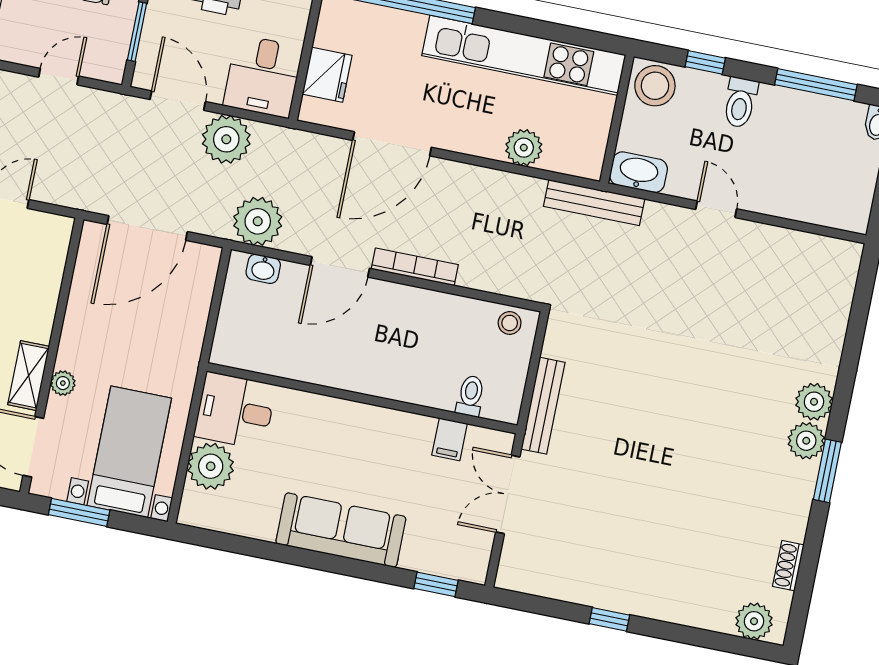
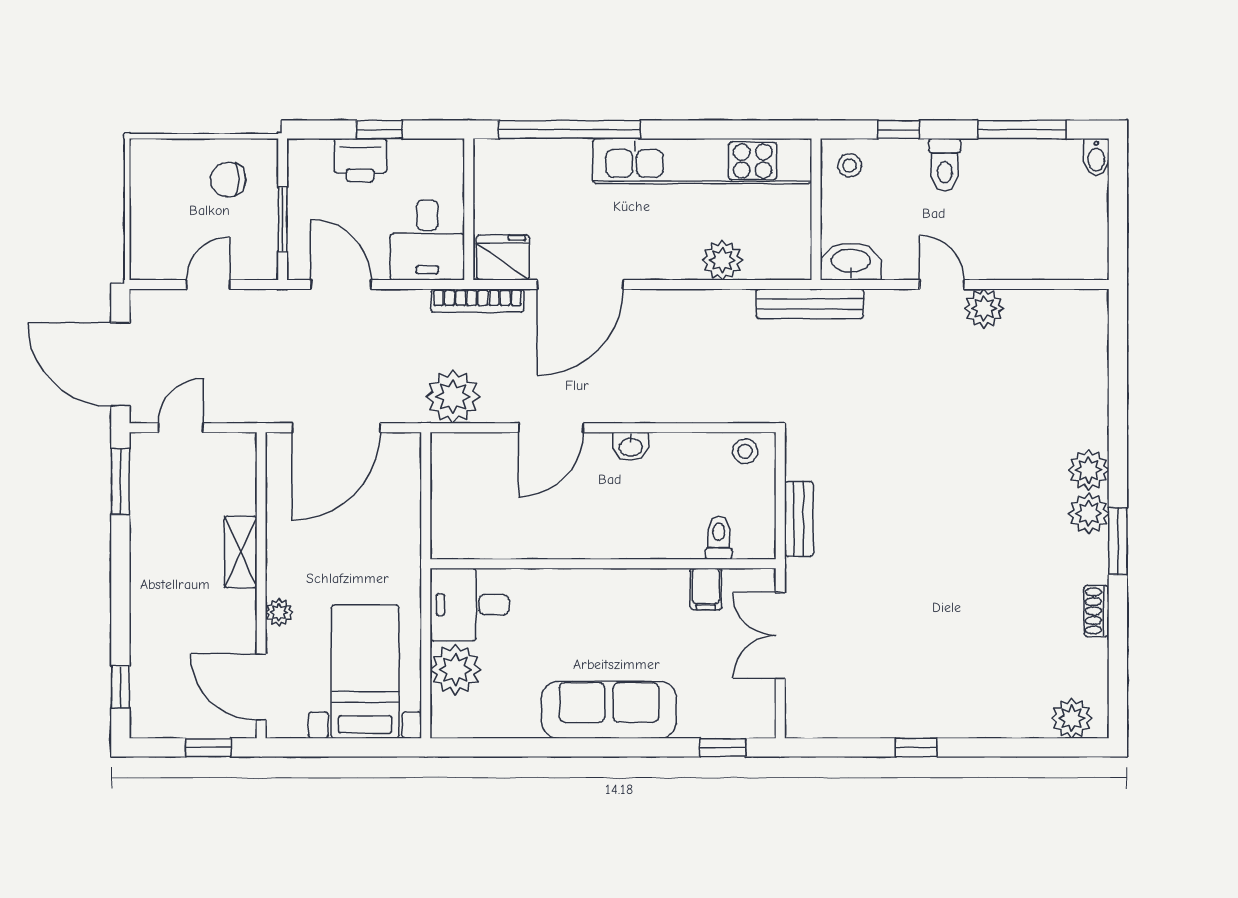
fridge: (327, 75) -> (503, 258), moved, turned -90
stool: (655, 86) -> (850, 165), width x0.53, depth x0.53
plant: (226, 139) -> (984, 308), moved, width x0.73, depth x0.73
bookcase: (415, 267) -> (477, 301), moved, turned 180
washbasin: (263, 269) -> (631, 446), moved
shelving: (29, 376) -> (241, 552), moved
bench: (543, 406) -> (799, 519), width x0.73
window: (79, 512) -> (324, 747), removed
shoe rack: (788, 566) -> (1096, 611), moved

